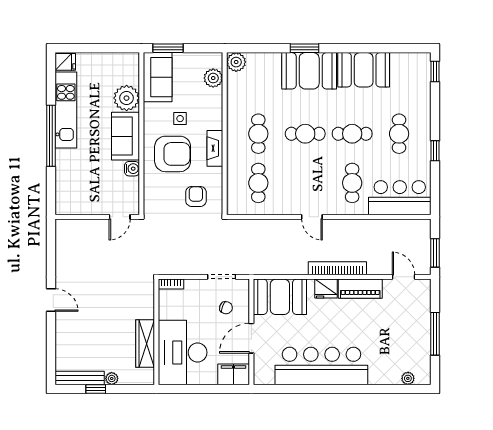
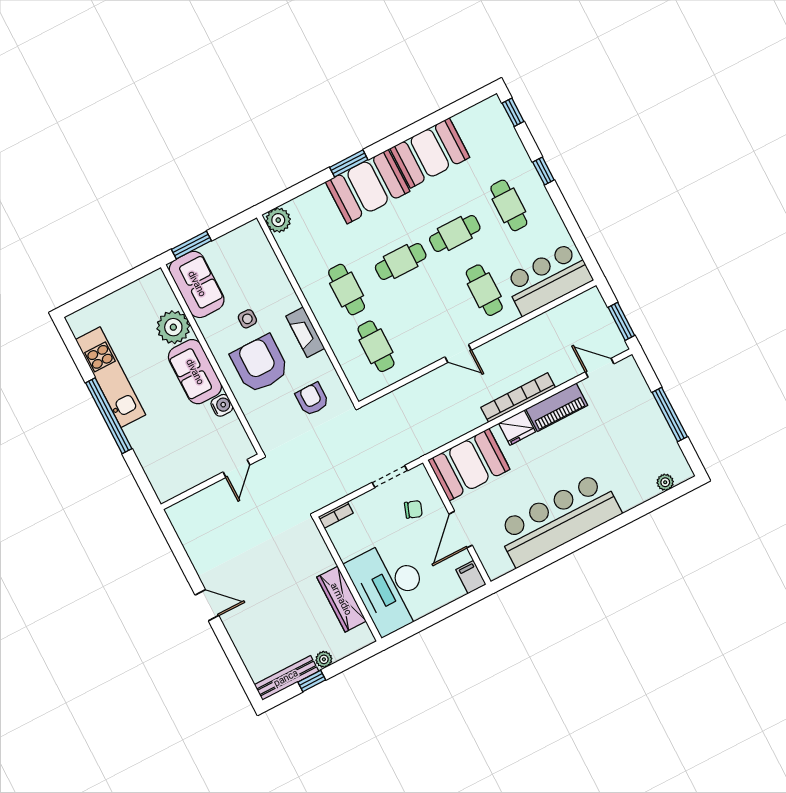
fridge: (65, 62) -> (81, 322), removed
plant: (213, 78) -> (261, 252), removed
window: (435, 151) -> (543, 171), moved
armchair: (173, 154) -> (260, 364), turned -90
filing cabinet: (234, 374) -> (471, 577), width x0.50

